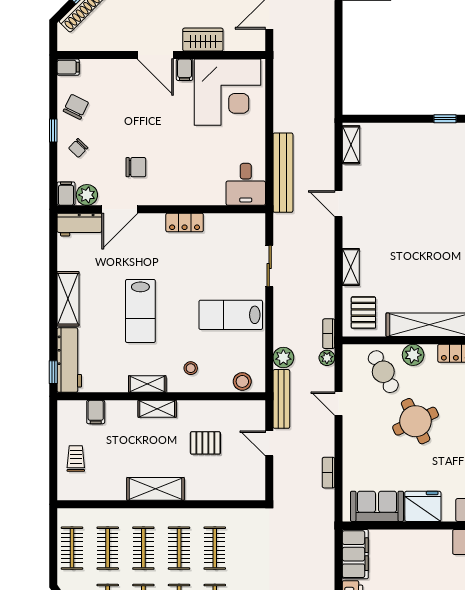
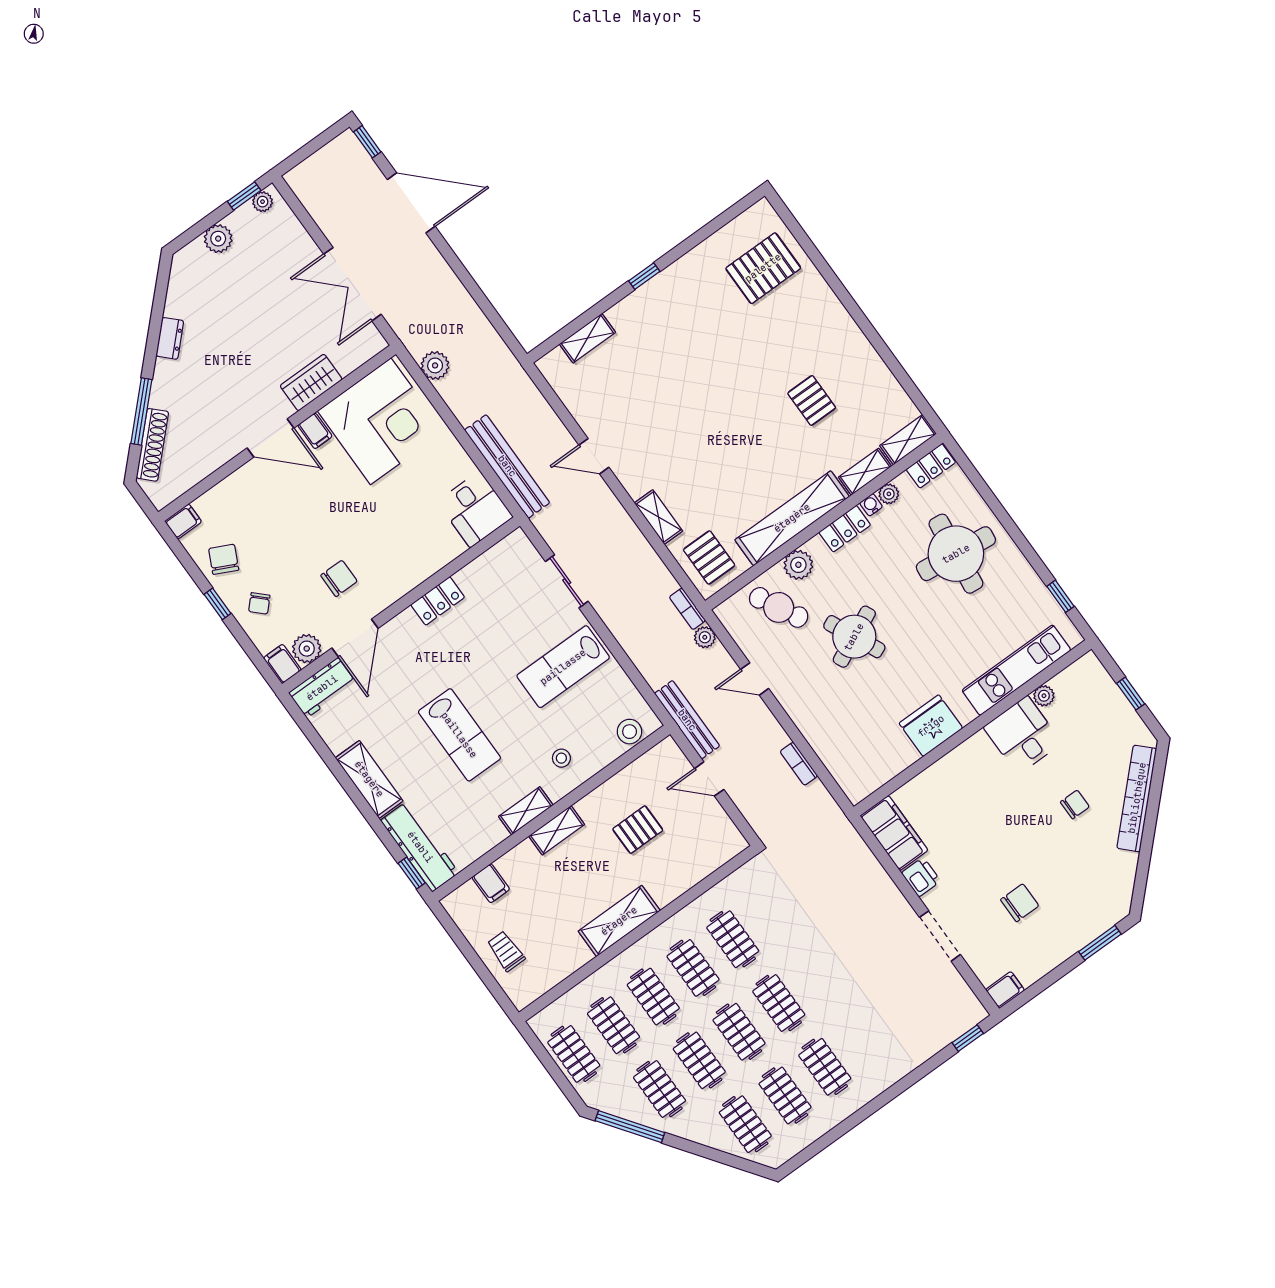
shelving: (351, 145) -> (587, 338), moved, turned 90
plant: (283, 358) -> (435, 365), moved
sofa: (377, 506) -> (880, 762), removed

